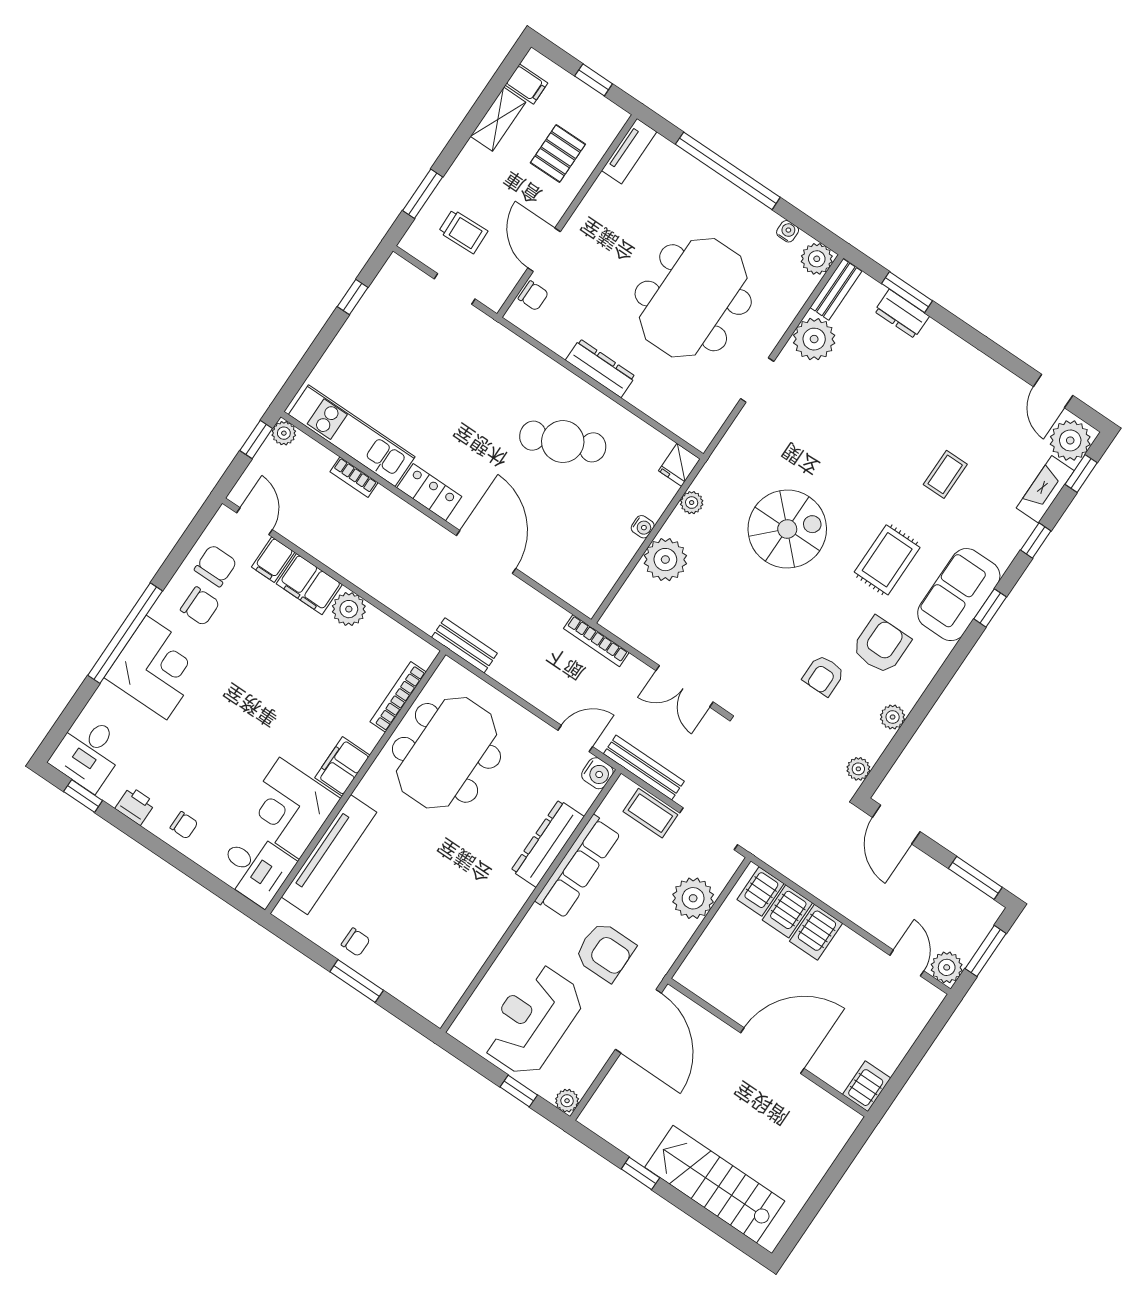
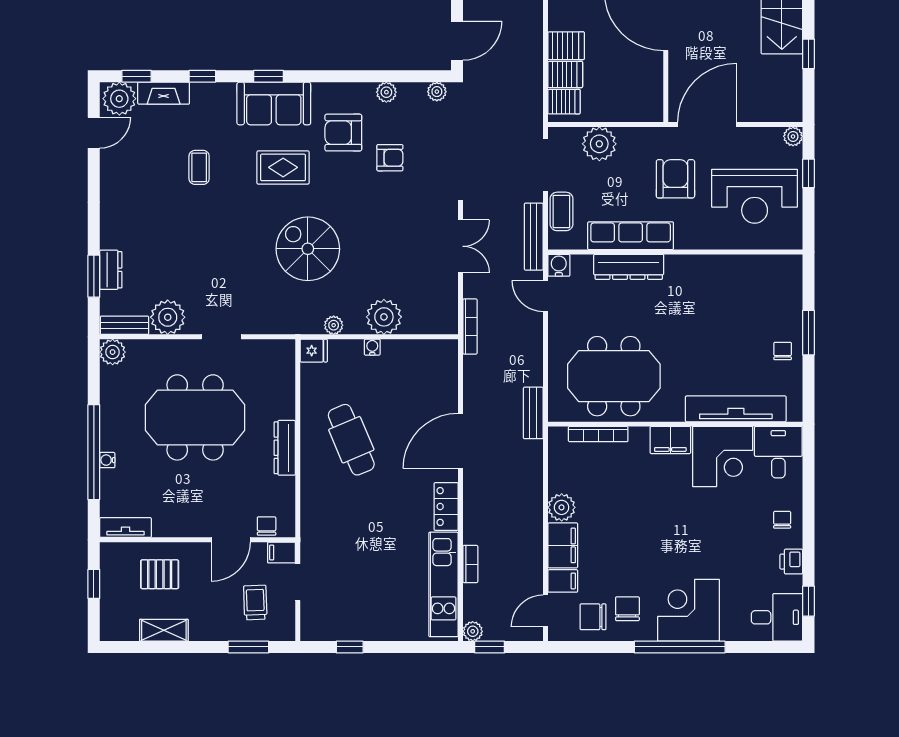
filing cabinet: (526, 84) -> (281, 553), moved, turned -90
water cooler: (788, 231) -> (107, 460), moved
coffee table: (945, 474) -> (199, 167), turned 90

